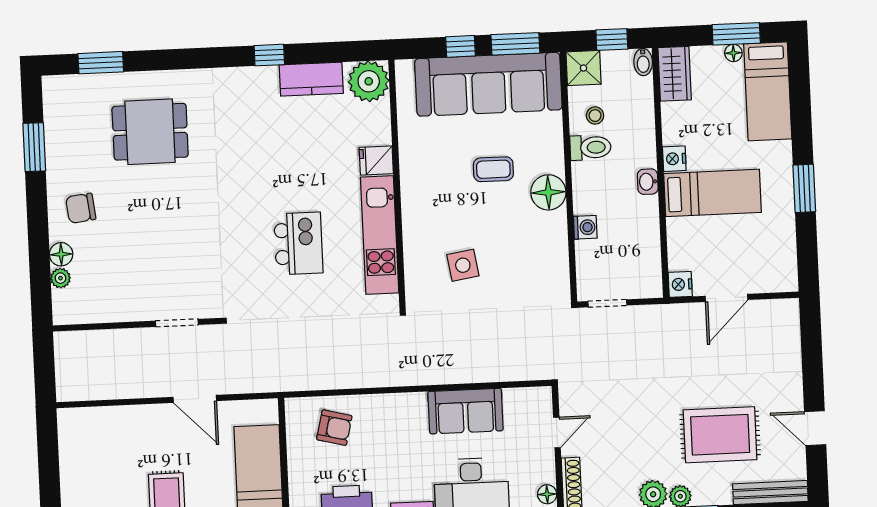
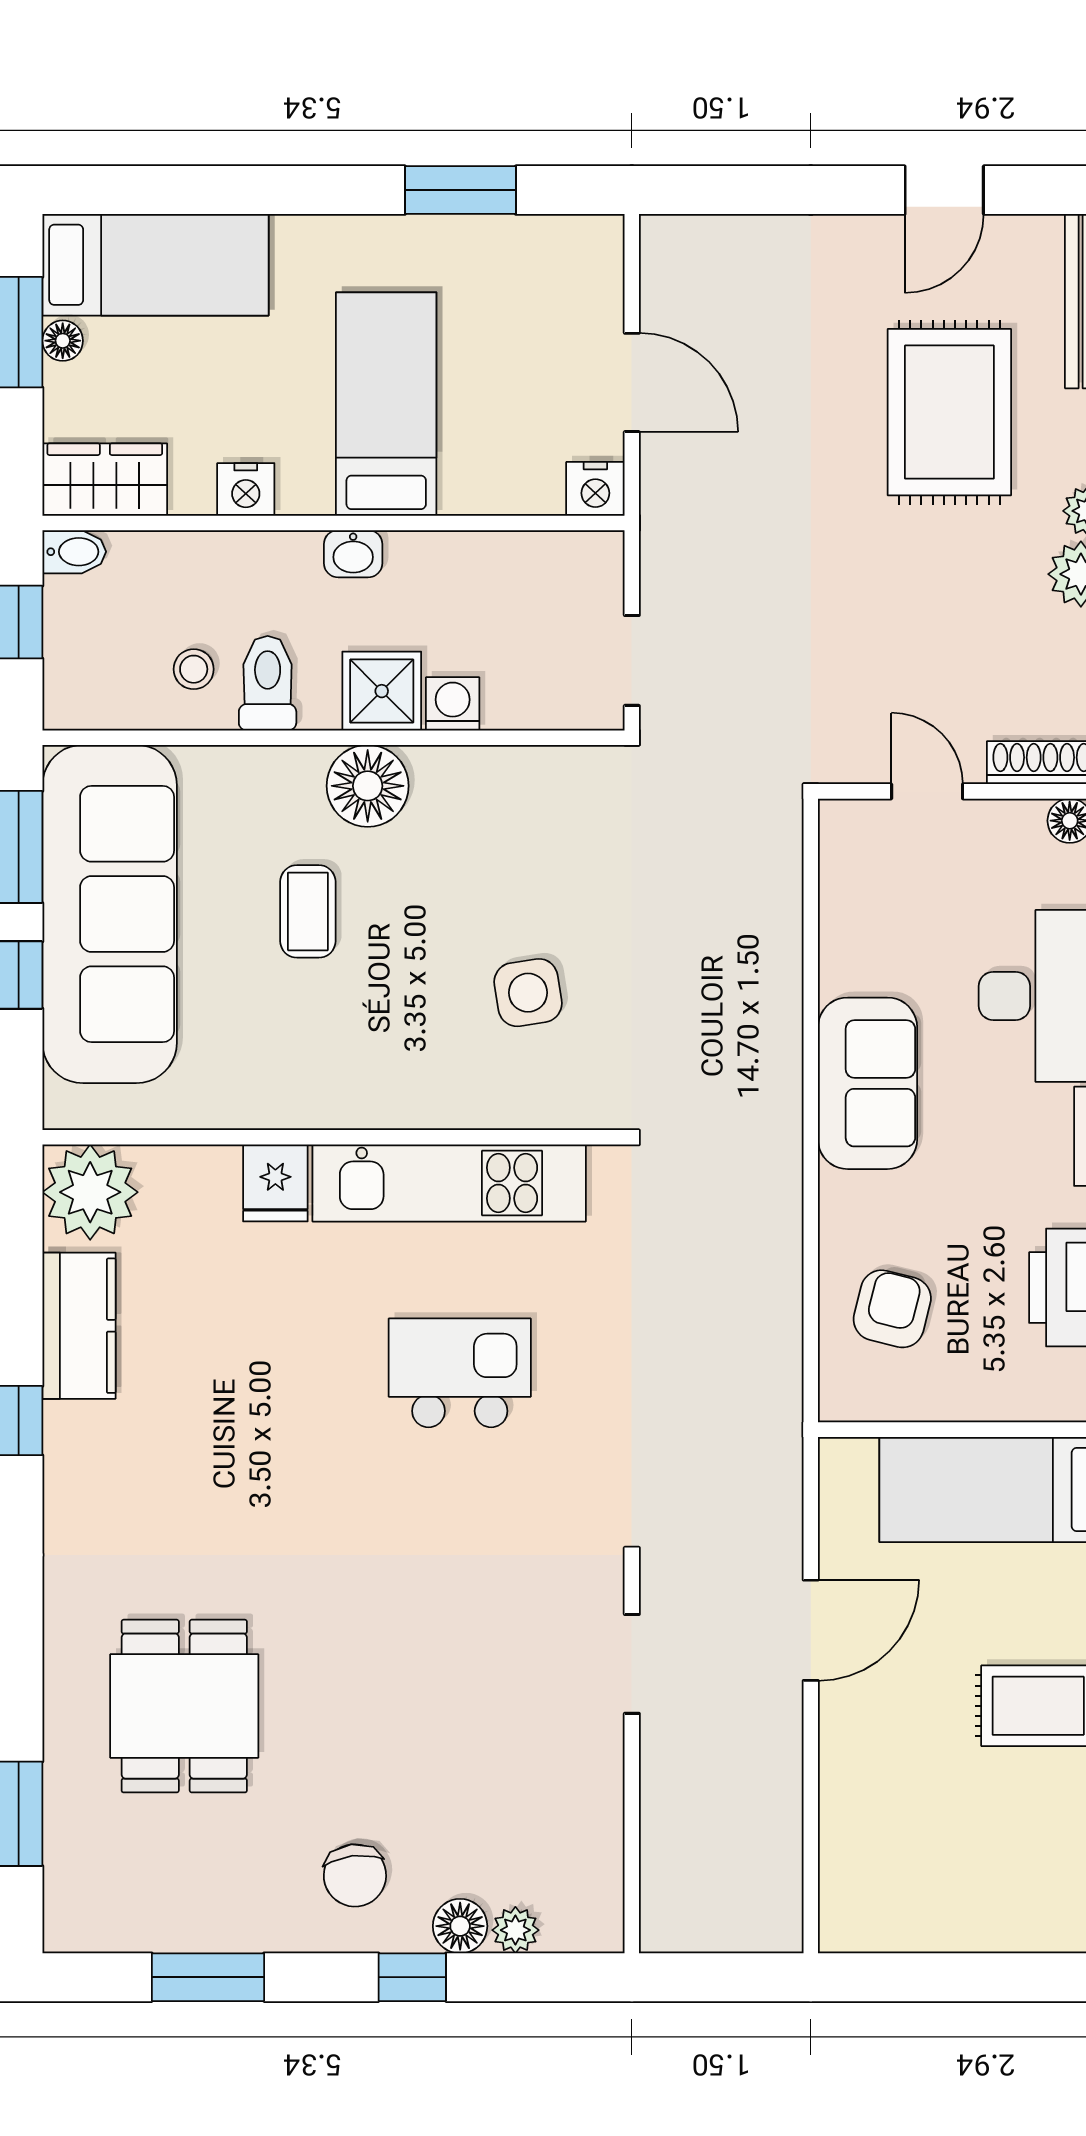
shower: (583, 68) -> (382, 691), moved
nightstand: (674, 159) -> (246, 489), moved
window: (804, 188) -> (460, 190), moved
window: (38, 235) -> (412, 1977), added
sofa: (466, 411) -> (868, 1083), moved

